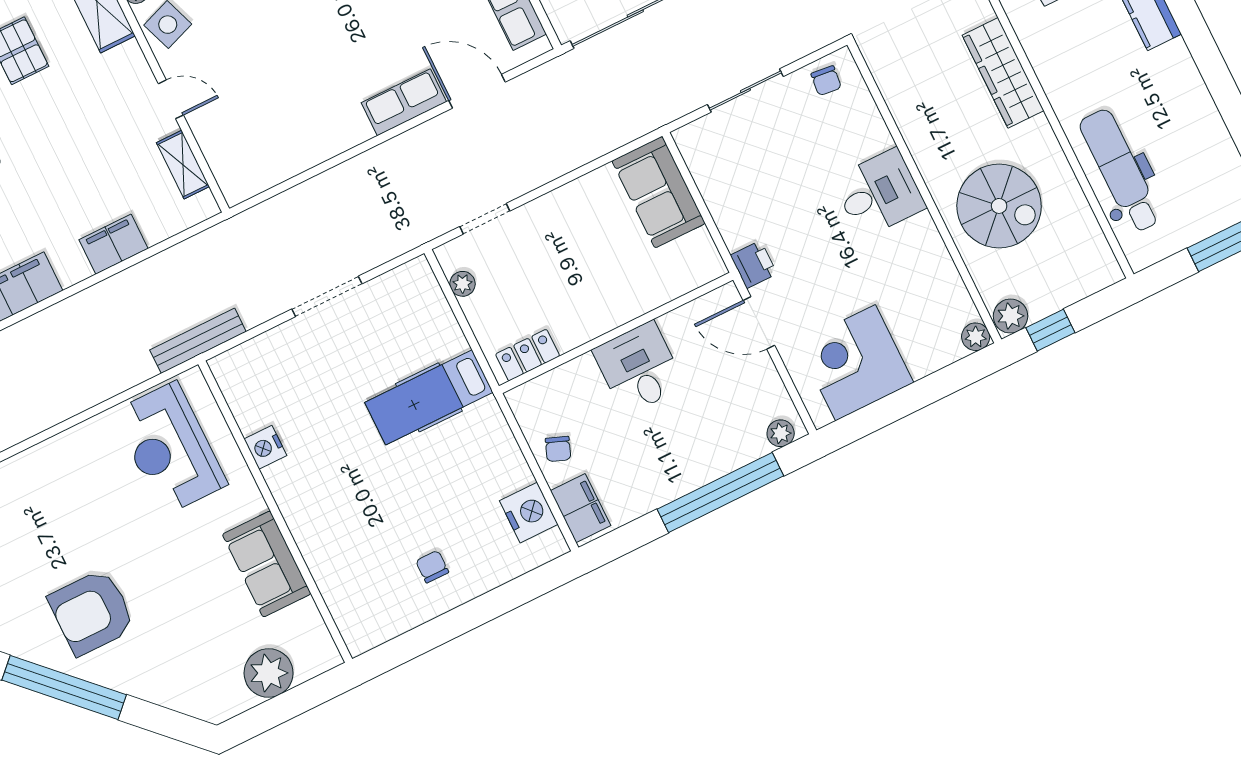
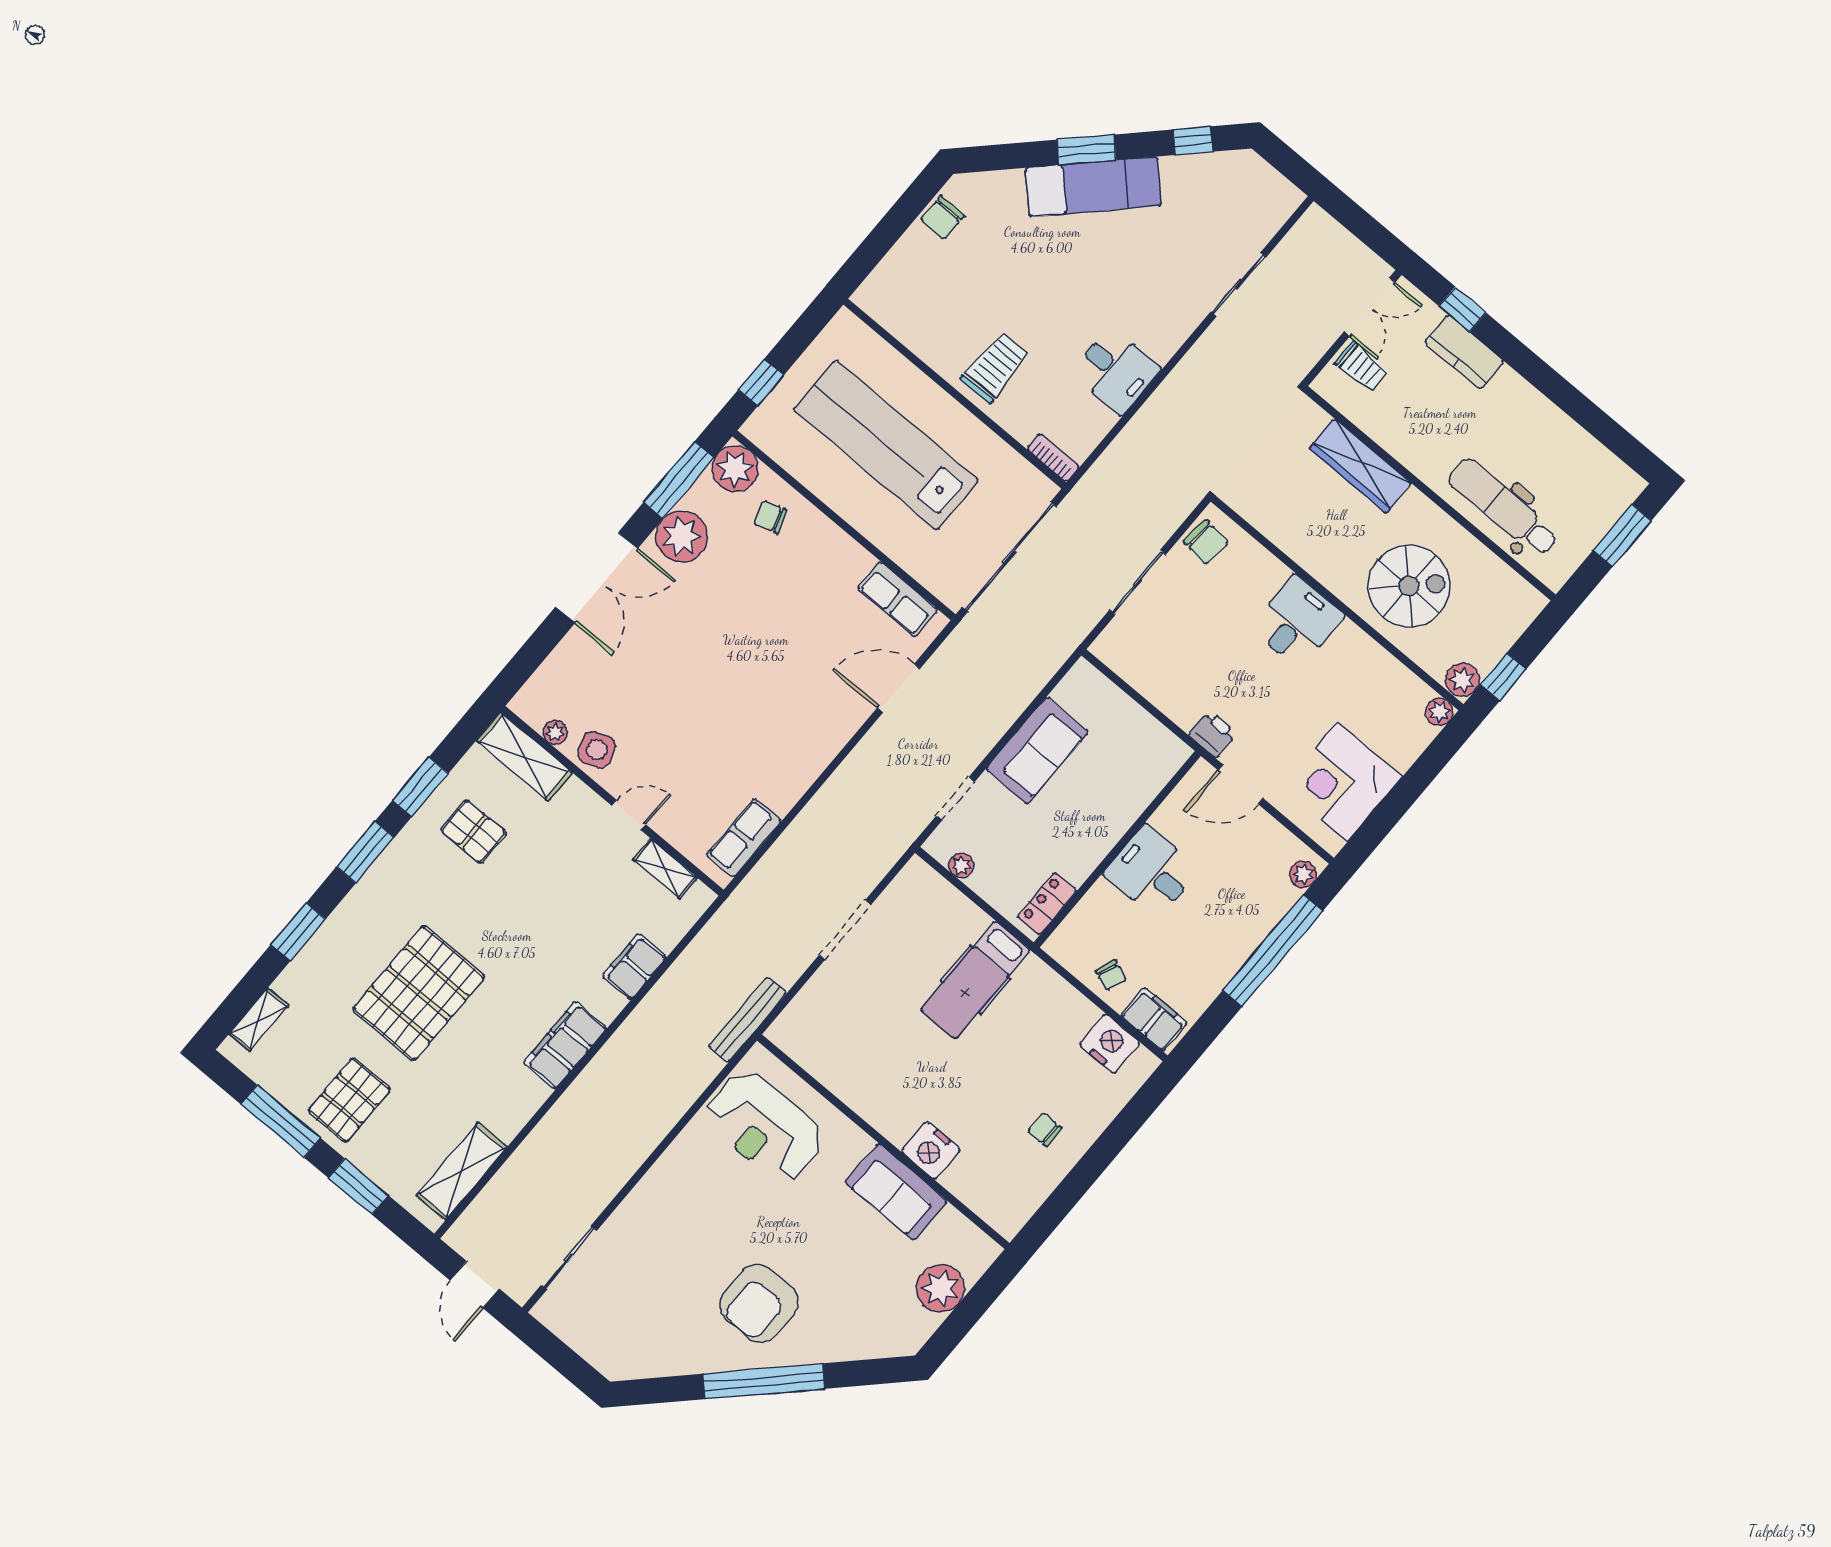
chair: (826, 81) -> (1206, 542), width x1.37, depth x1.37
row of seats: (404, 102) -> (744, 838), moved
sofa: (659, 192) -> (1037, 750), moved, turned -90
nightstand: (265, 447) -> (931, 1150), moved, width x1.36, depth x1.33

